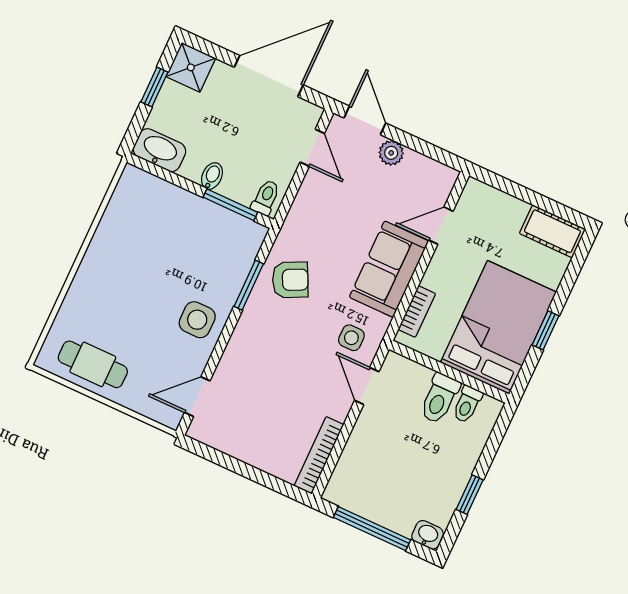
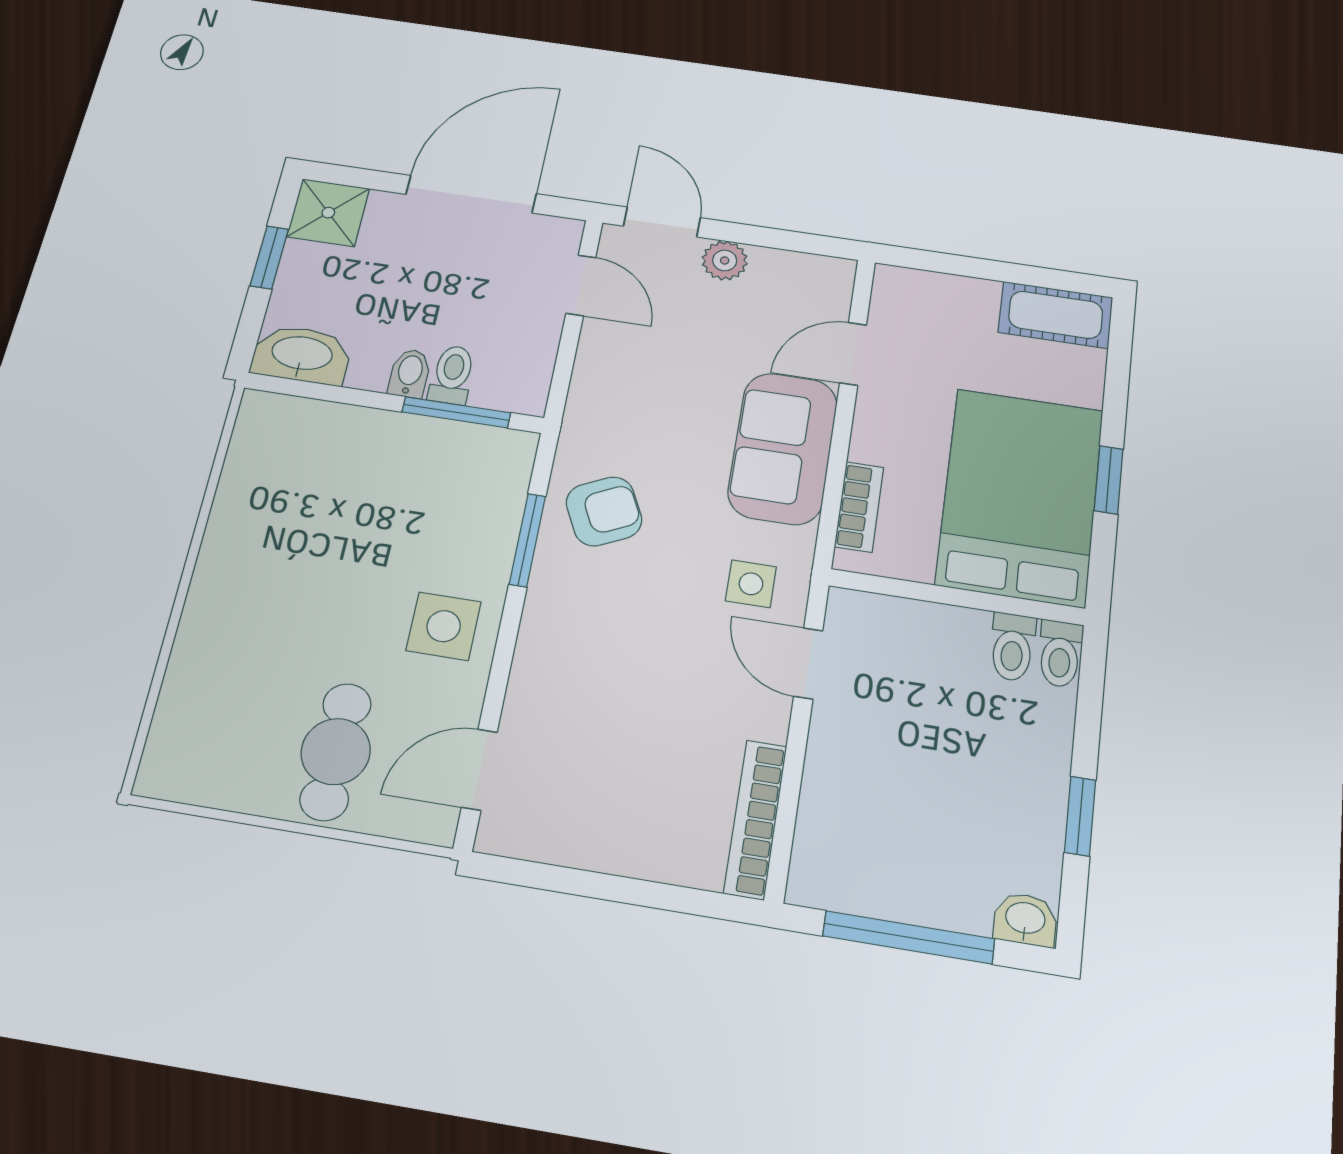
toilet: (266, 198) -> (452, 375), moved
cafe table: (93, 364) -> (336, 751), moved, turned 90
toilet: (440, 398) -> (1060, 654), moved, width x0.73, depth x0.72

